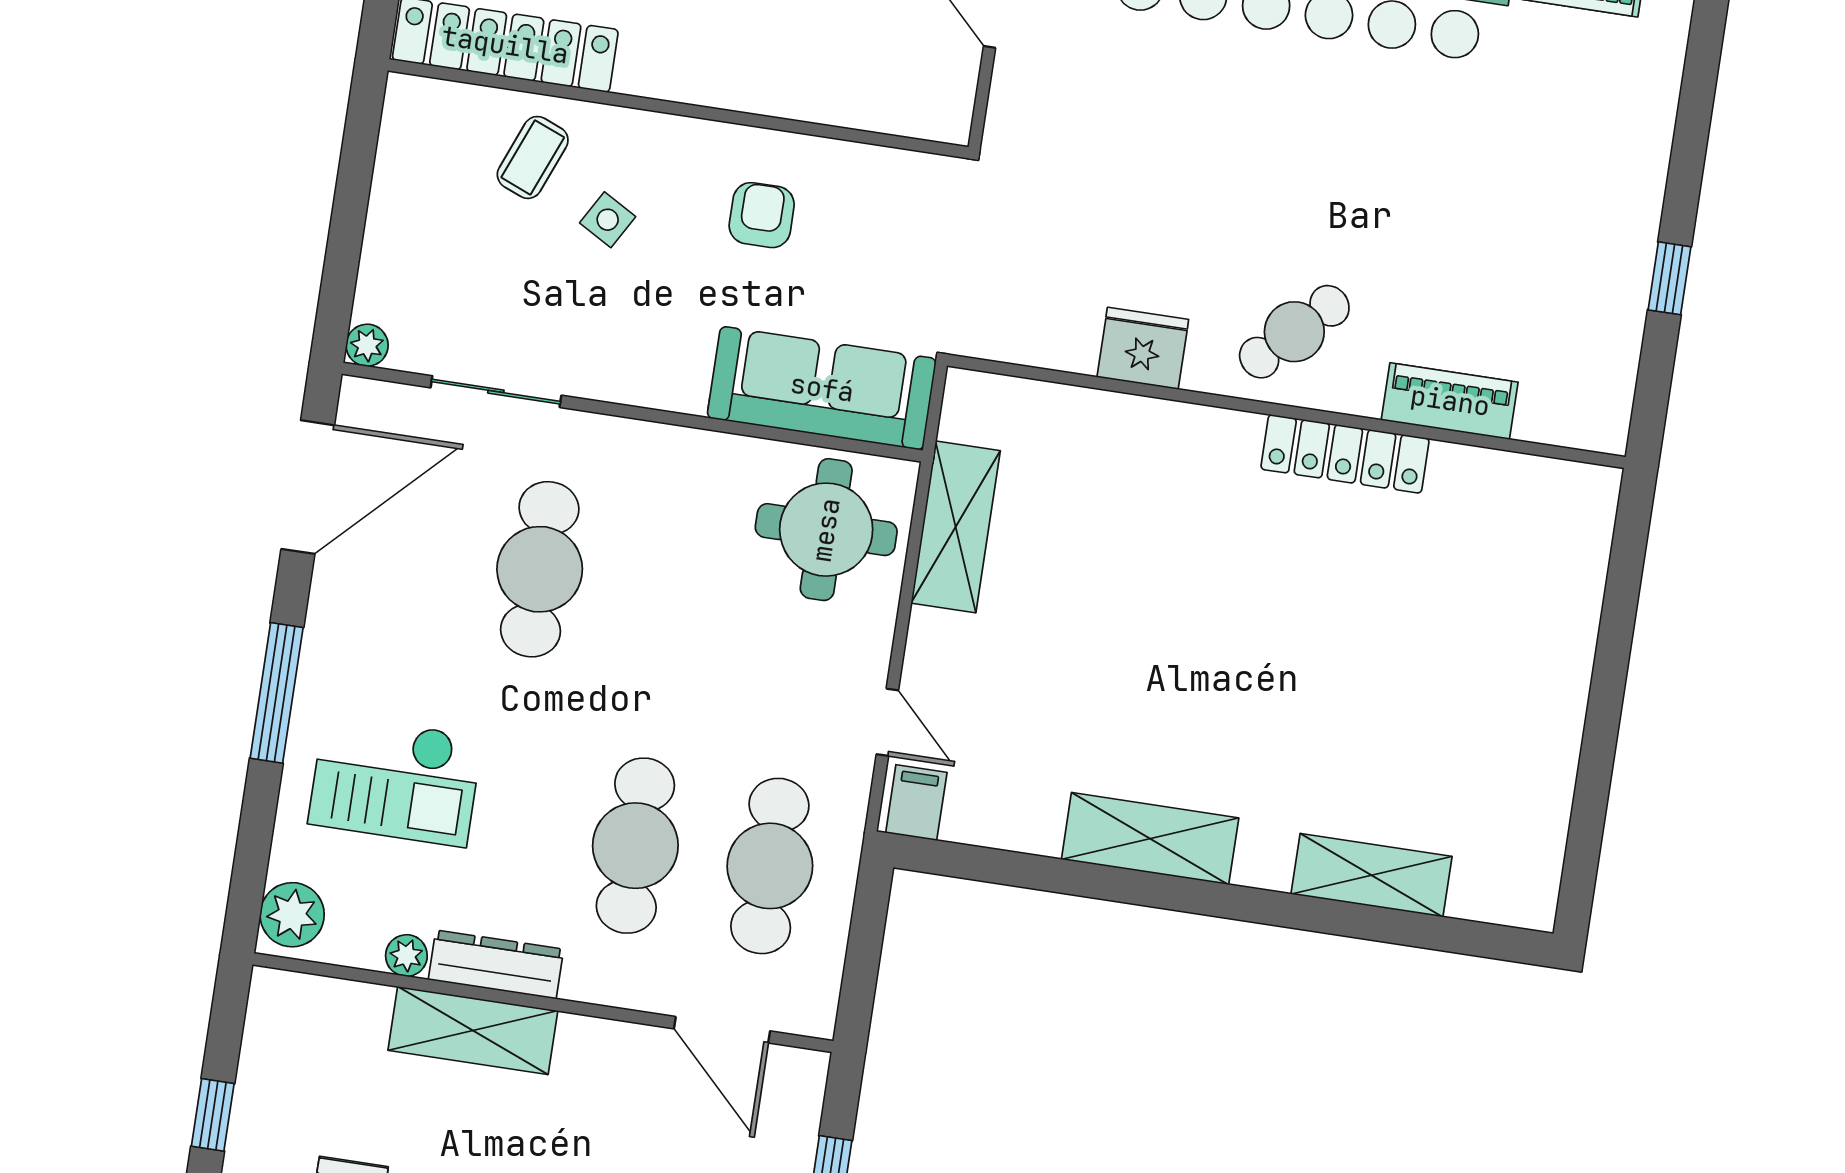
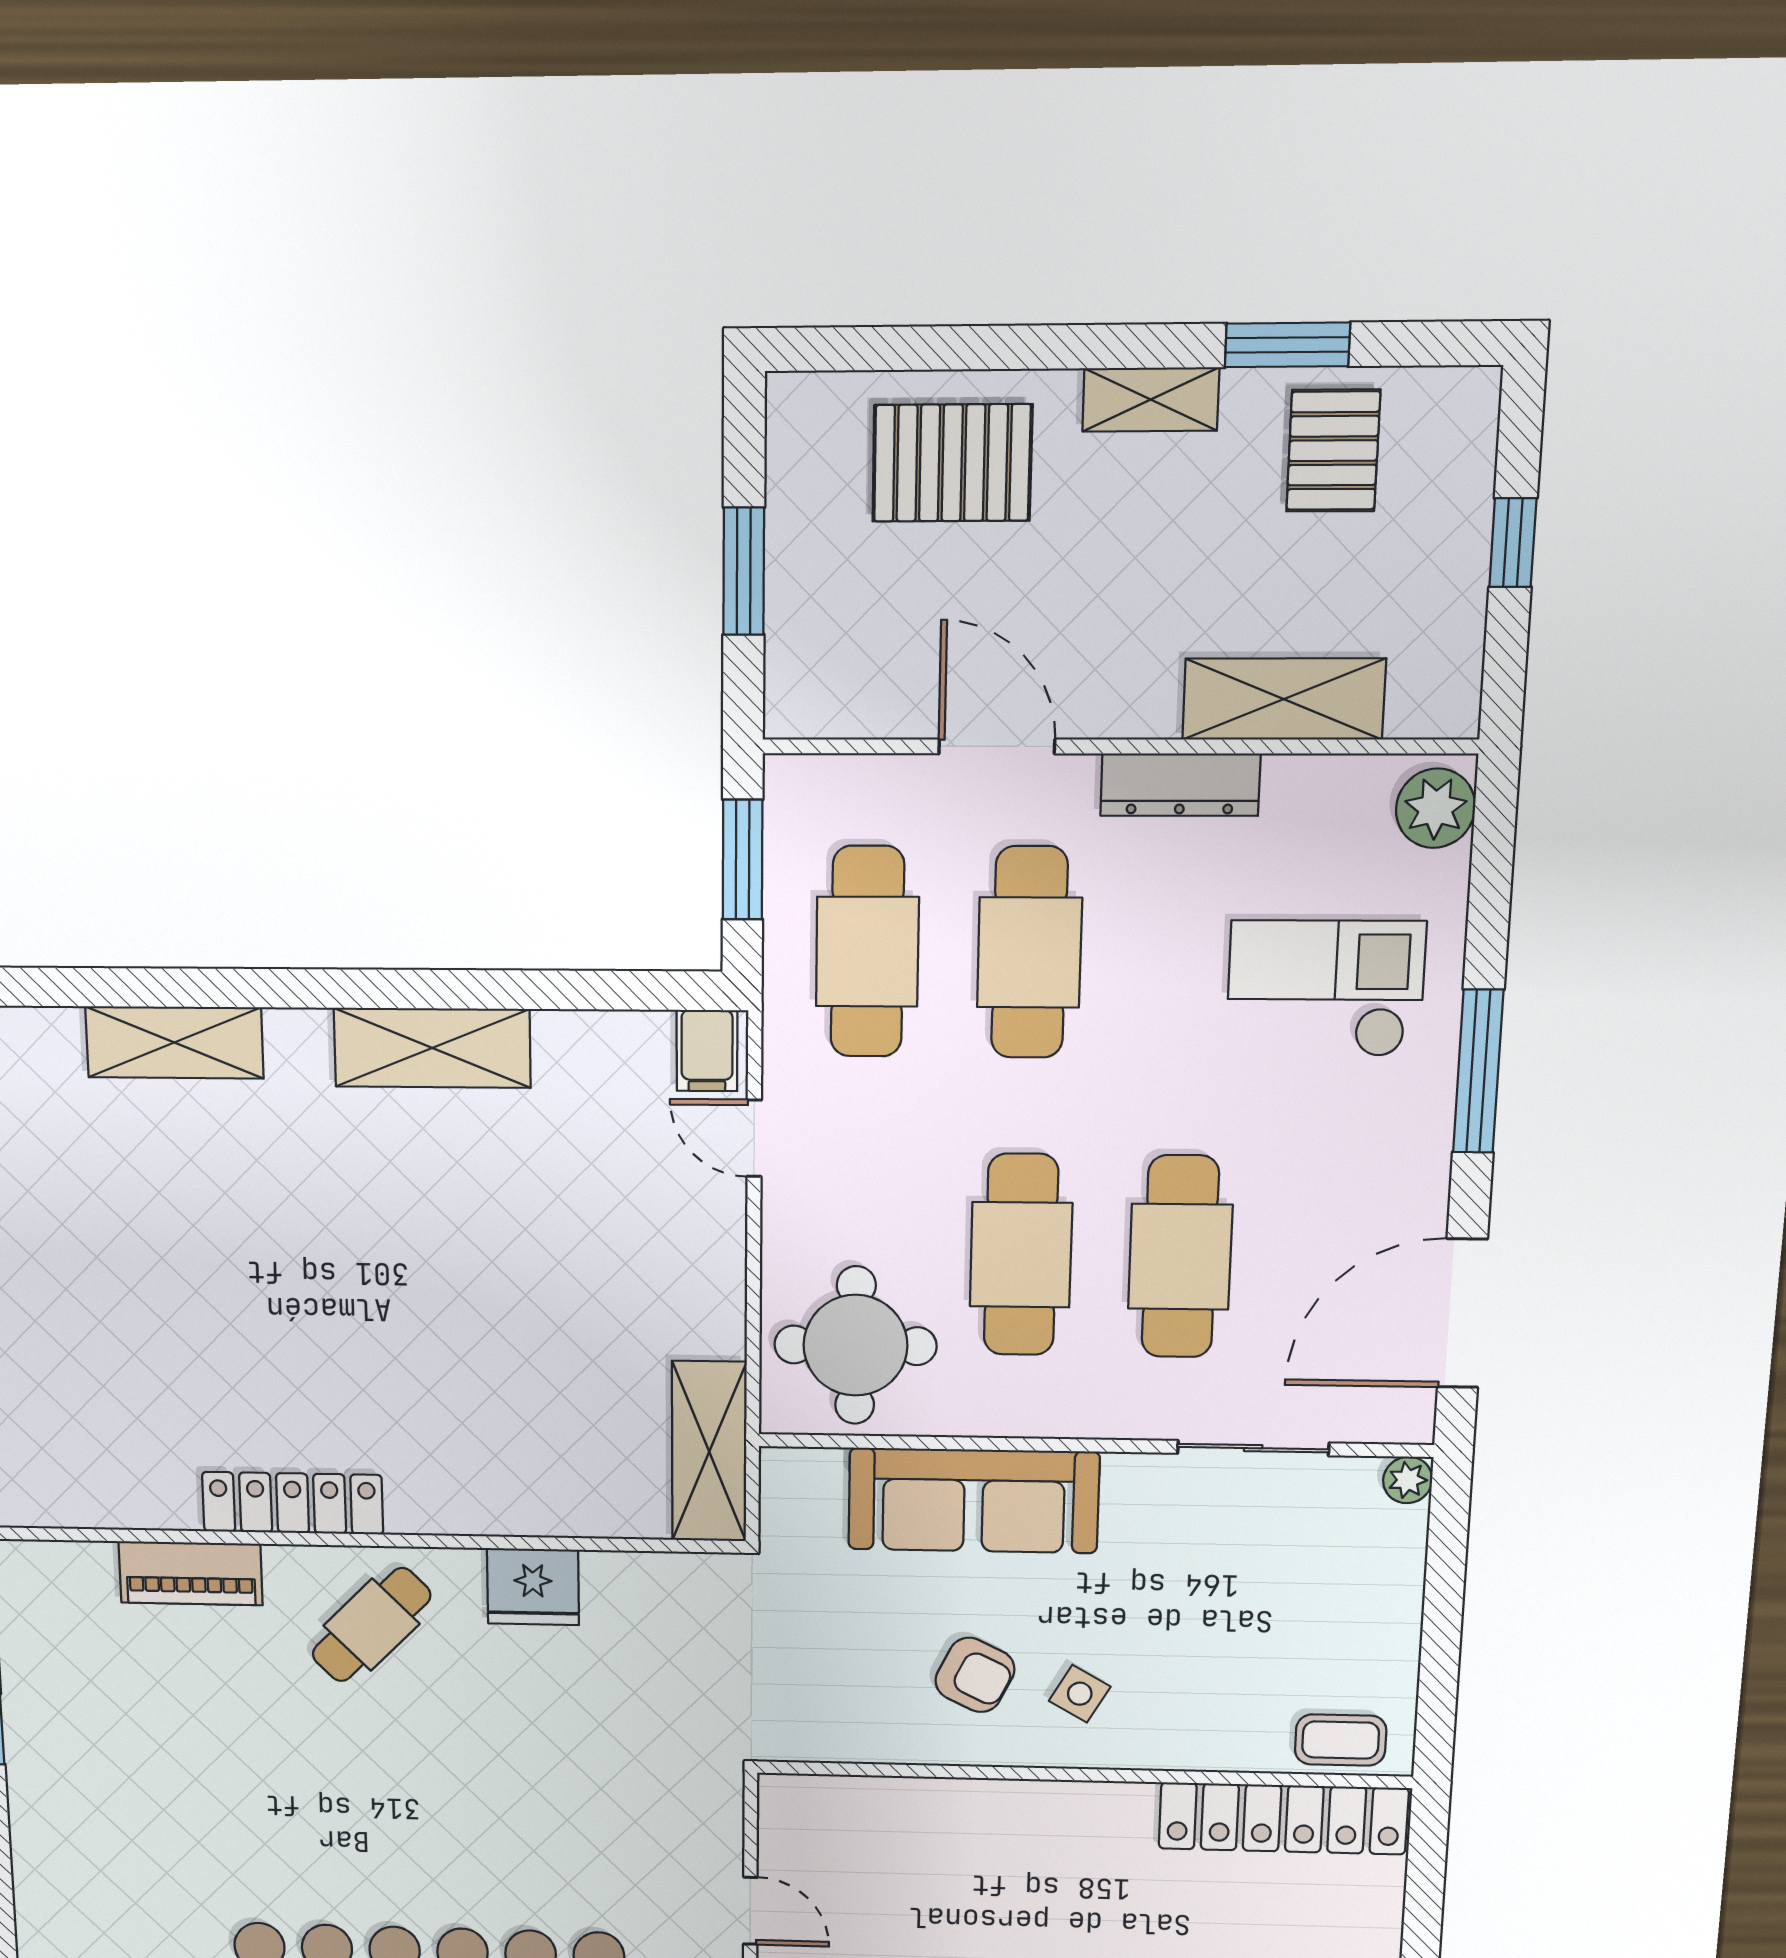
coffee table: (533, 157) -> (1341, 1740), moved, turned 68
armchair: (762, 215) -> (975, 1675), turned -64
side table: (608, 220) -> (1080, 1694), moved
sofa: (822, 388) -> (973, 1501), moved
shelving: (956, 527) -> (709, 1452), moved
cafe table: (674, 590) -> (1021, 1255), added
plant: (406, 956) -> (1291, 779), removed
window: (863, 957) -> (743, 860), added
shelving: (473, 1030) -> (1284, 699), moved
door: (722, 1030) -> (997, 746), moved

